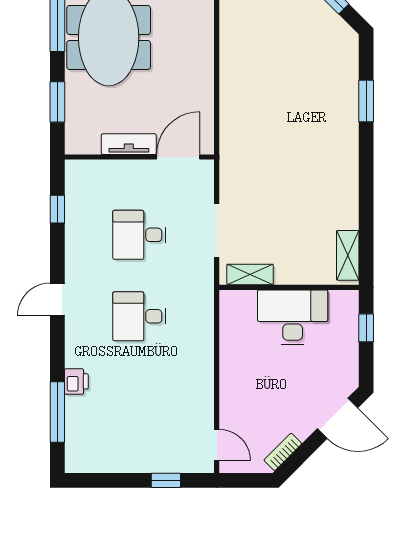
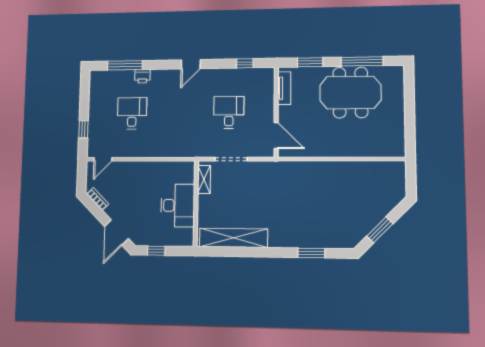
tv unit: (129, 144) -> (284, 88), moved
shelving: (348, 255) -> (233, 238), width x2.20, depth x1.33
door: (57, 300) -> (191, 64), swing flipped
desk: (139, 316) -> (132, 113), moved
window: (366, 328) -> (156, 251), moved

